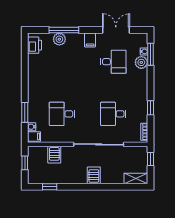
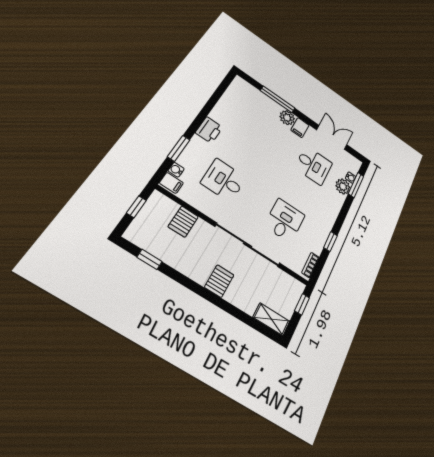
plant: (59, 39) -> (287, 118), moved
printer: (34, 45) -> (209, 130), moved
desk: (113, 114) -> (285, 220), turned 90

